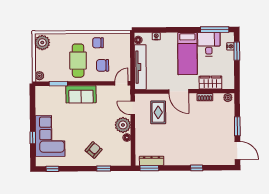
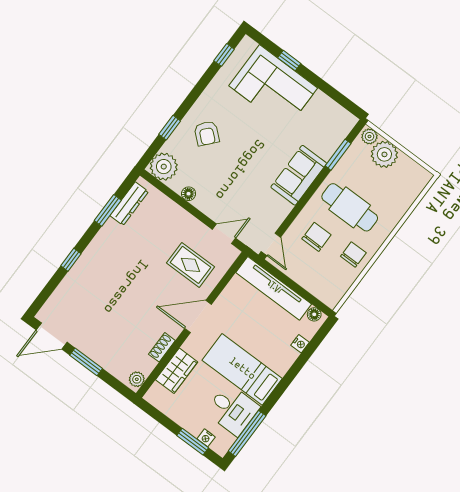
plant: (42, 43) -> (384, 154), moved
plant: (123, 125) -> (164, 167), moved
window: (149, 168) -> (108, 210), moved

